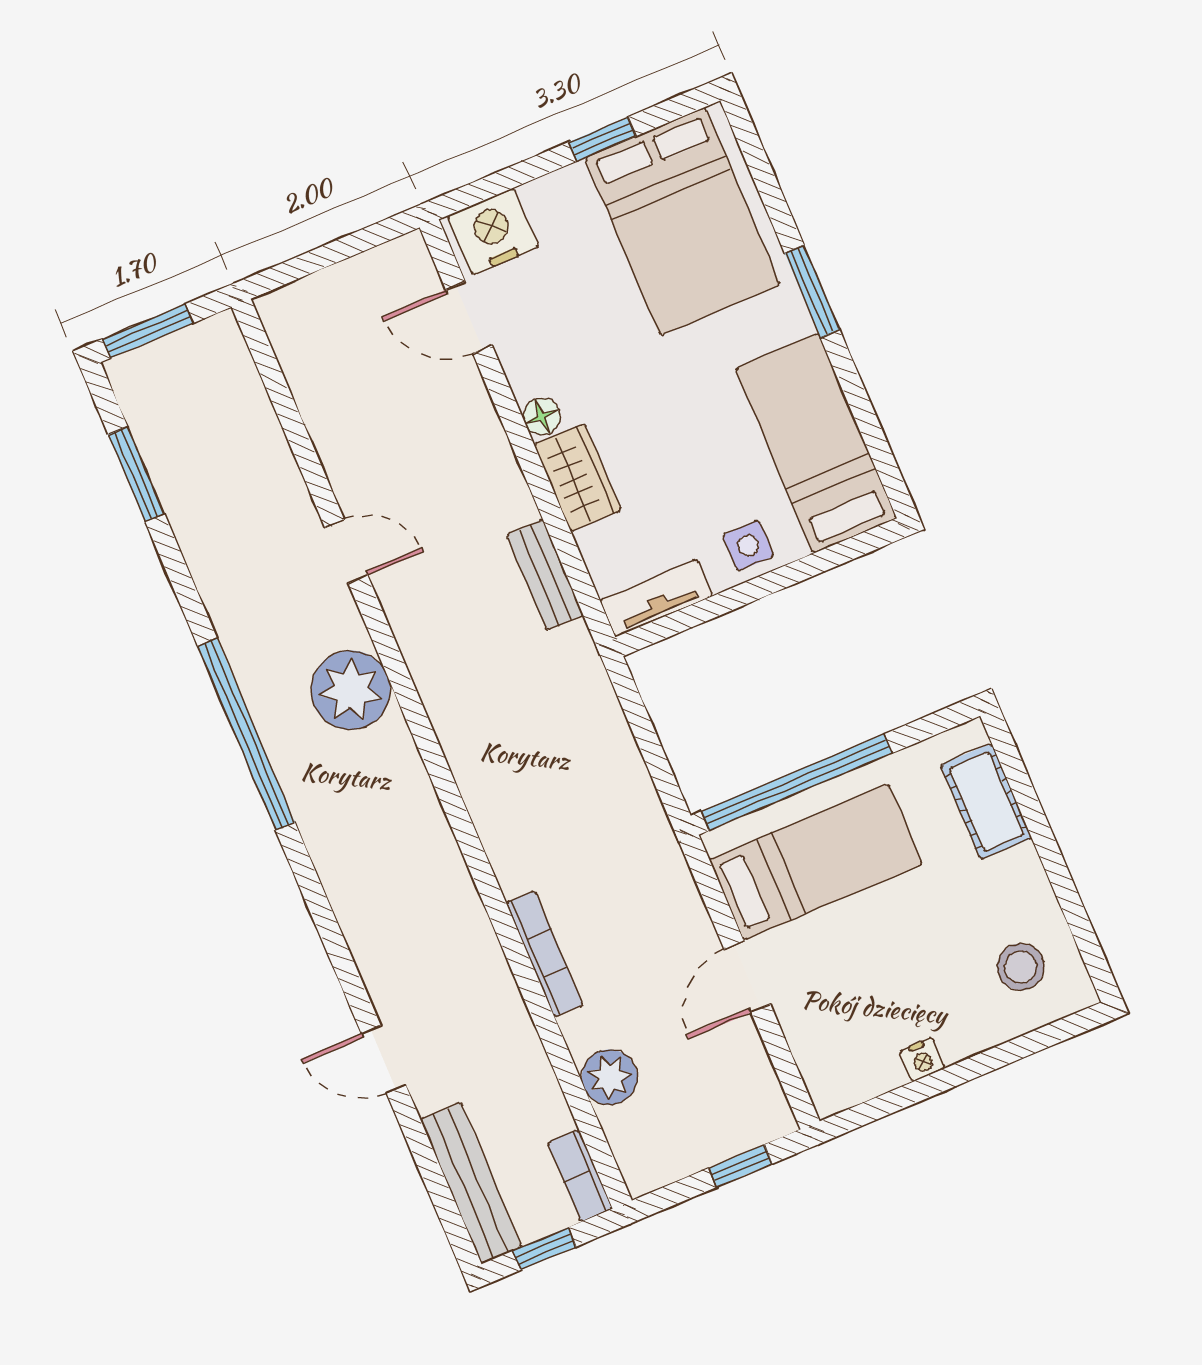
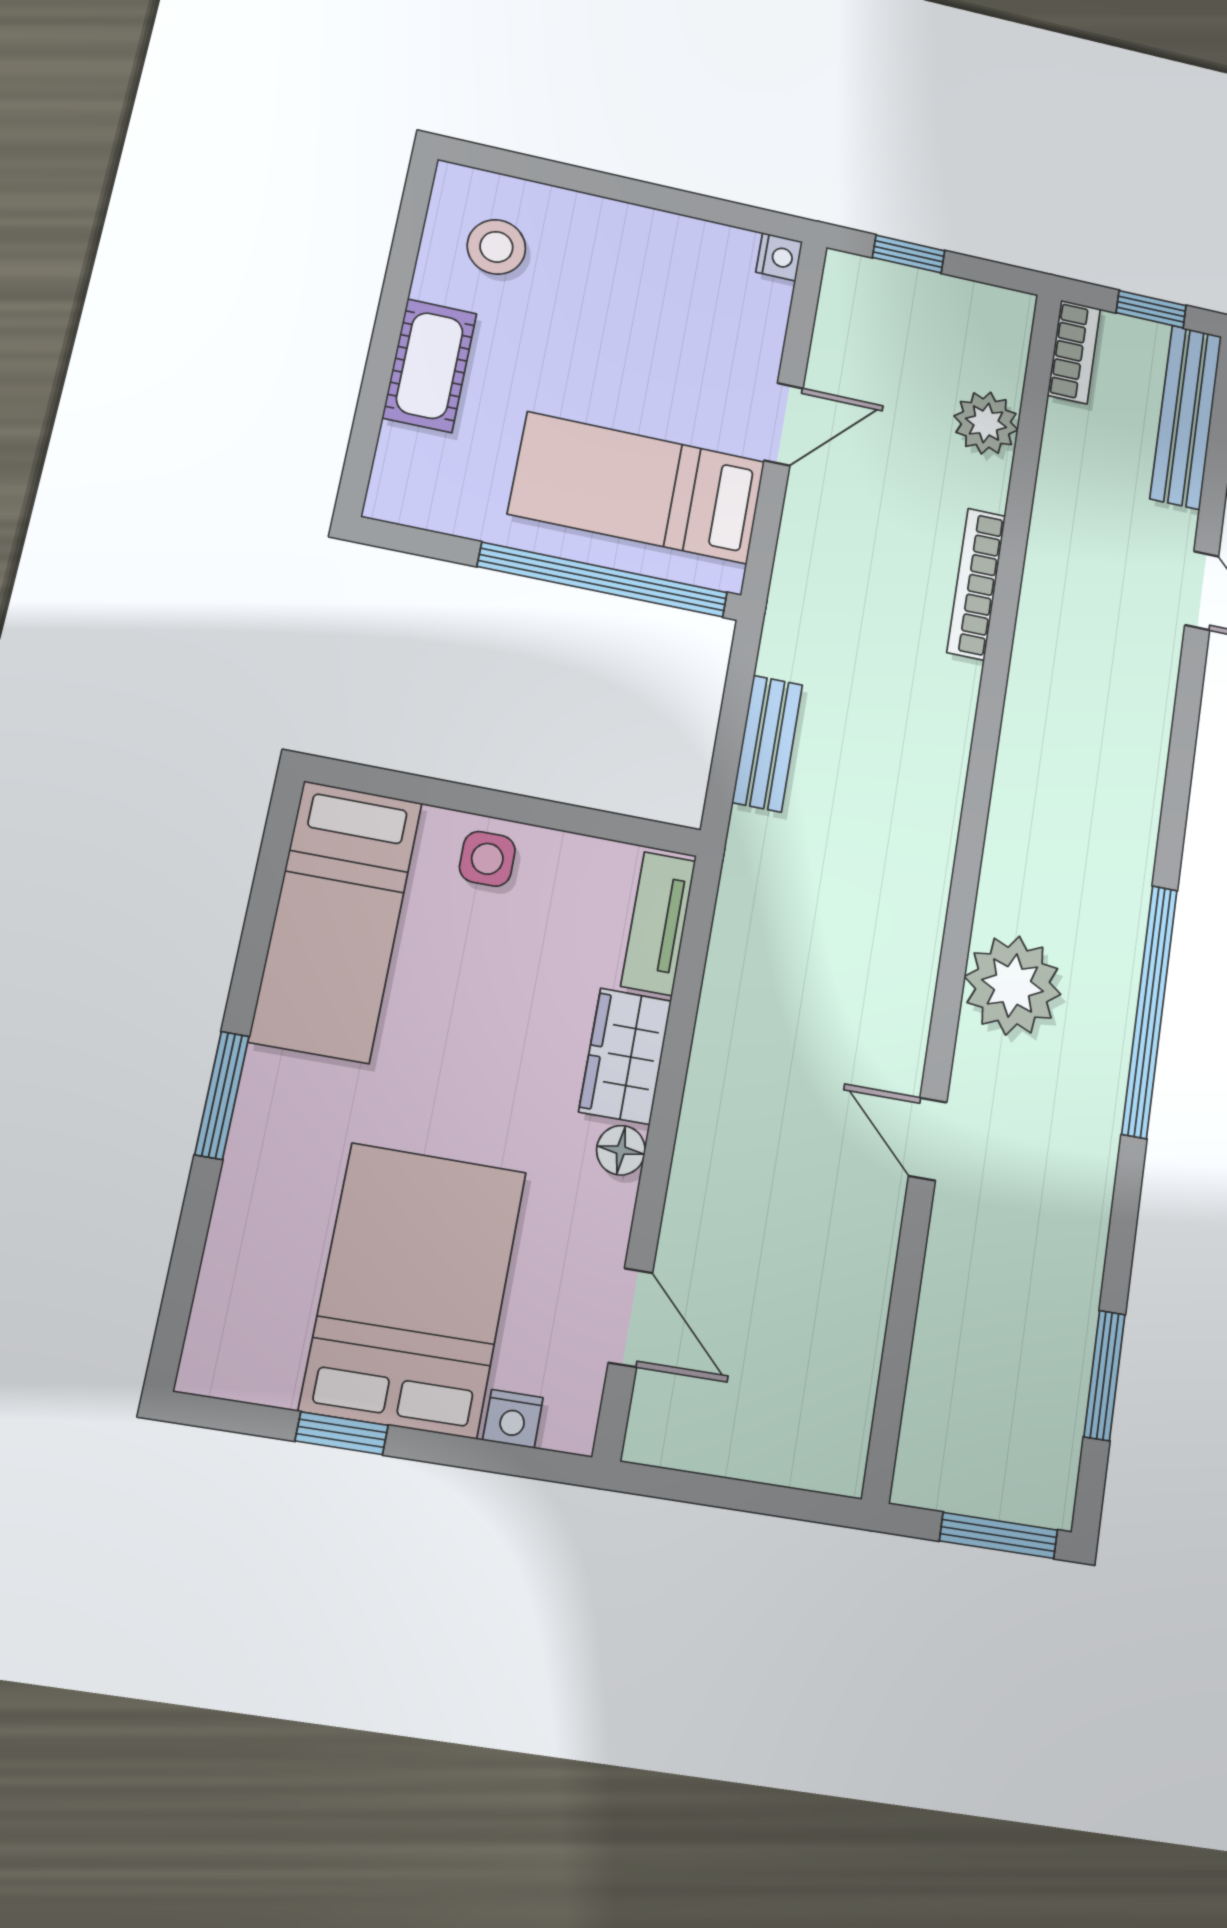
bed: (683, 221) -> (414, 1290), moved
nightstand: (493, 231) -> (513, 1419), width x0.53, depth x0.56
bench: (545, 575) -> (767, 743), moved
tv unit: (656, 598) -> (658, 923), moved, turned 90
cot: (986, 801) -> (430, 366), moved
nightstand: (922, 1060) -> (779, 257), moved, turned 90

